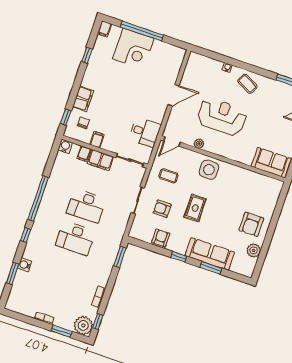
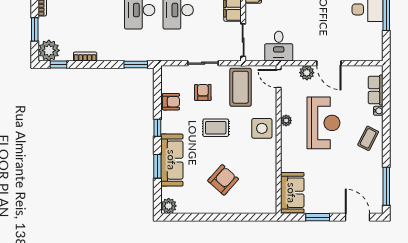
row of seats: (209, 64) -> (376, 90), added
plant: (175, 116) -> (307, 73), added
plant: (199, 144) -> (286, 120), moved
coffee table: (168, 176) -> (241, 87), width x1.86, depth x1.72
armchair: (251, 224) -> (223, 180), moved, turned 132
plant: (254, 250) -> (169, 206), moved

